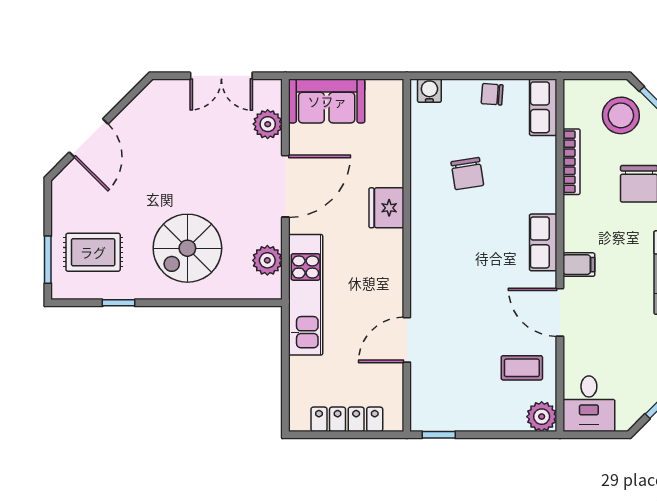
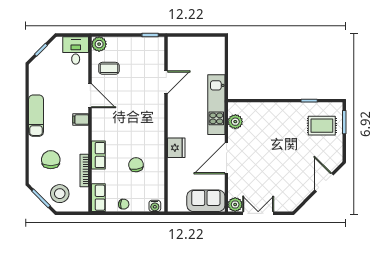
plant: (268, 124) -> (235, 205), moved
row of seats: (543, 242) -> (98, 155), moved
spiral stairs: (187, 248) -> (275, 128), removed
locker: (347, 419) -> (196, 43), removed

